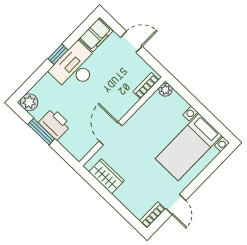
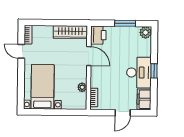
plant: (165, 90) -> (82, 87), moved
printer: (55, 124) -> (98, 35), moved, turned -90
wardrobe: (106, 176) -> (70, 32), width x1.50

